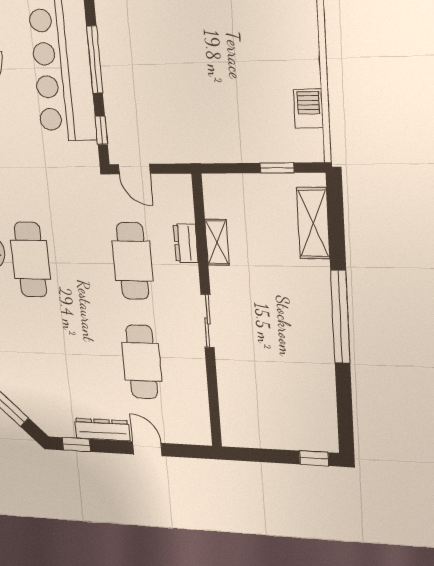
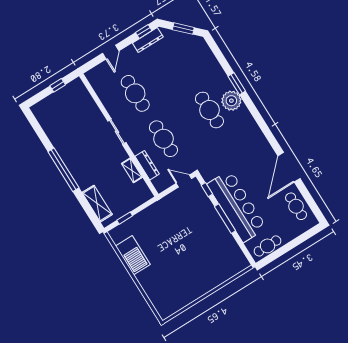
barbecue: (309, 109) -> (133, 255), width x1.88, depth x1.53
dresser: (186, 243) -> (147, 165), width x1.44
dresser: (102, 430) -> (148, 40), moved
door: (147, 449) -> (111, 52), hinge flipped
window: (314, 458) -> (58, 85), moved

